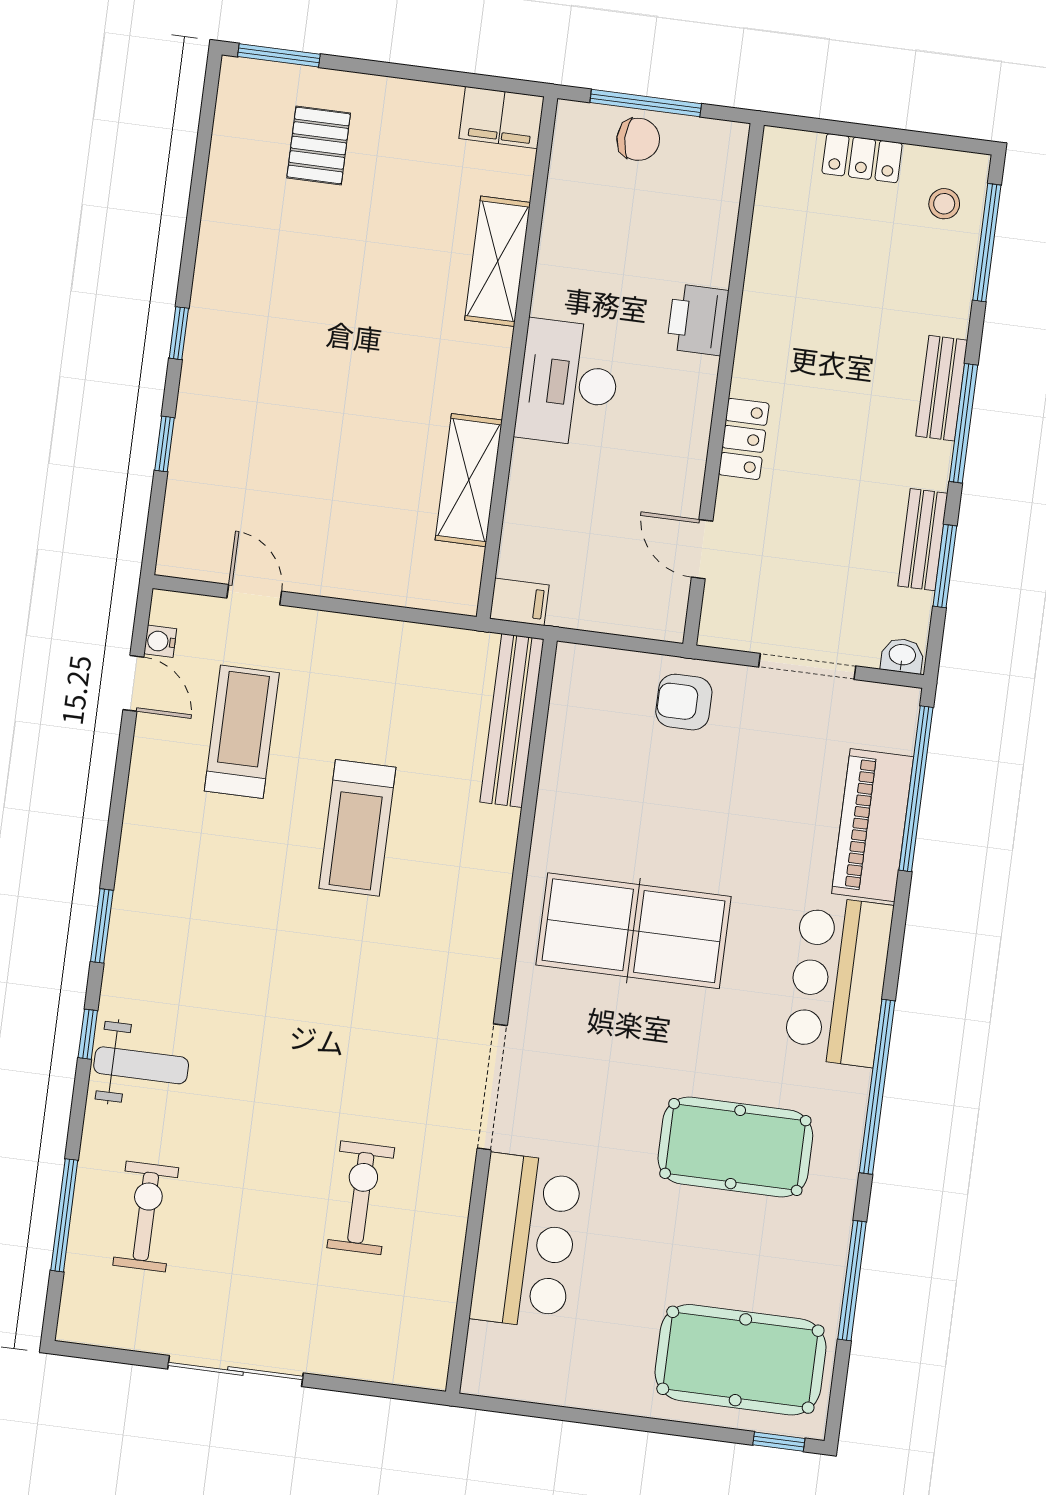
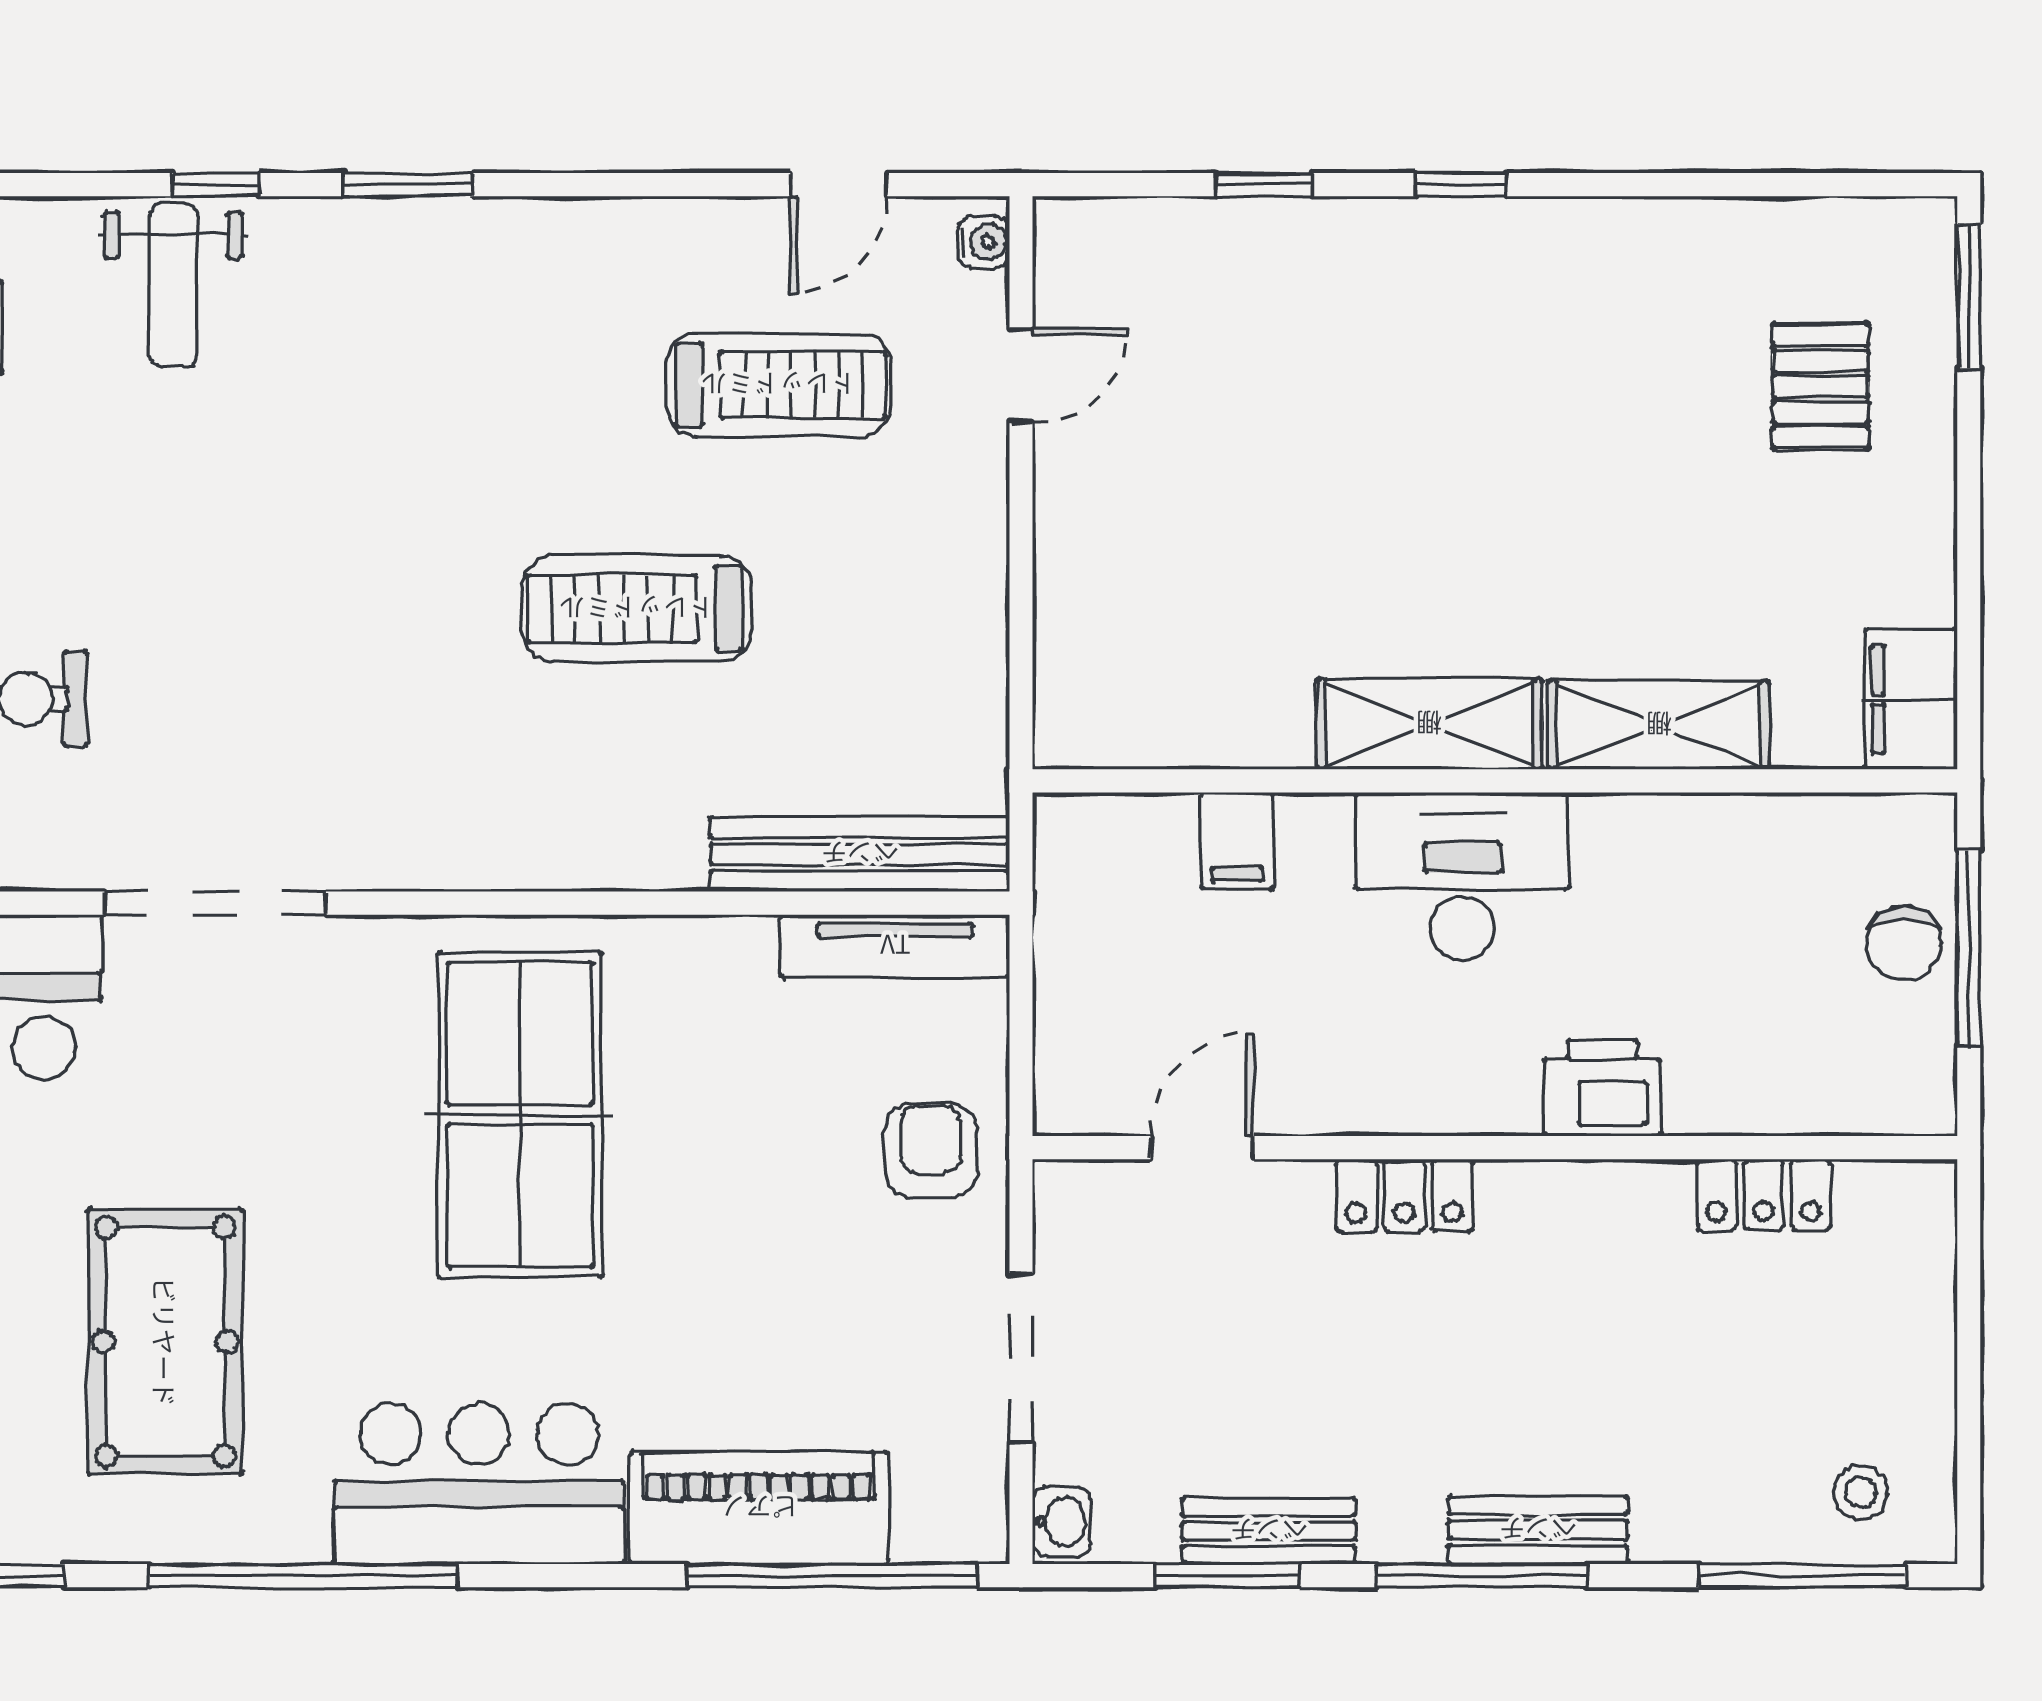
pallet: (319, 145) -> (1820, 386), turned 90
locker: (862, 158) -> (1764, 1195), moved, turned -90
shelving: (469, 480) -> (1429, 724), moved
filing cabinet: (519, 602) -> (1237, 841), moved
water cooler: (160, 641) -> (984, 242), moved, turned 90
tv unit: (566, 707) -> (895, 946), added

